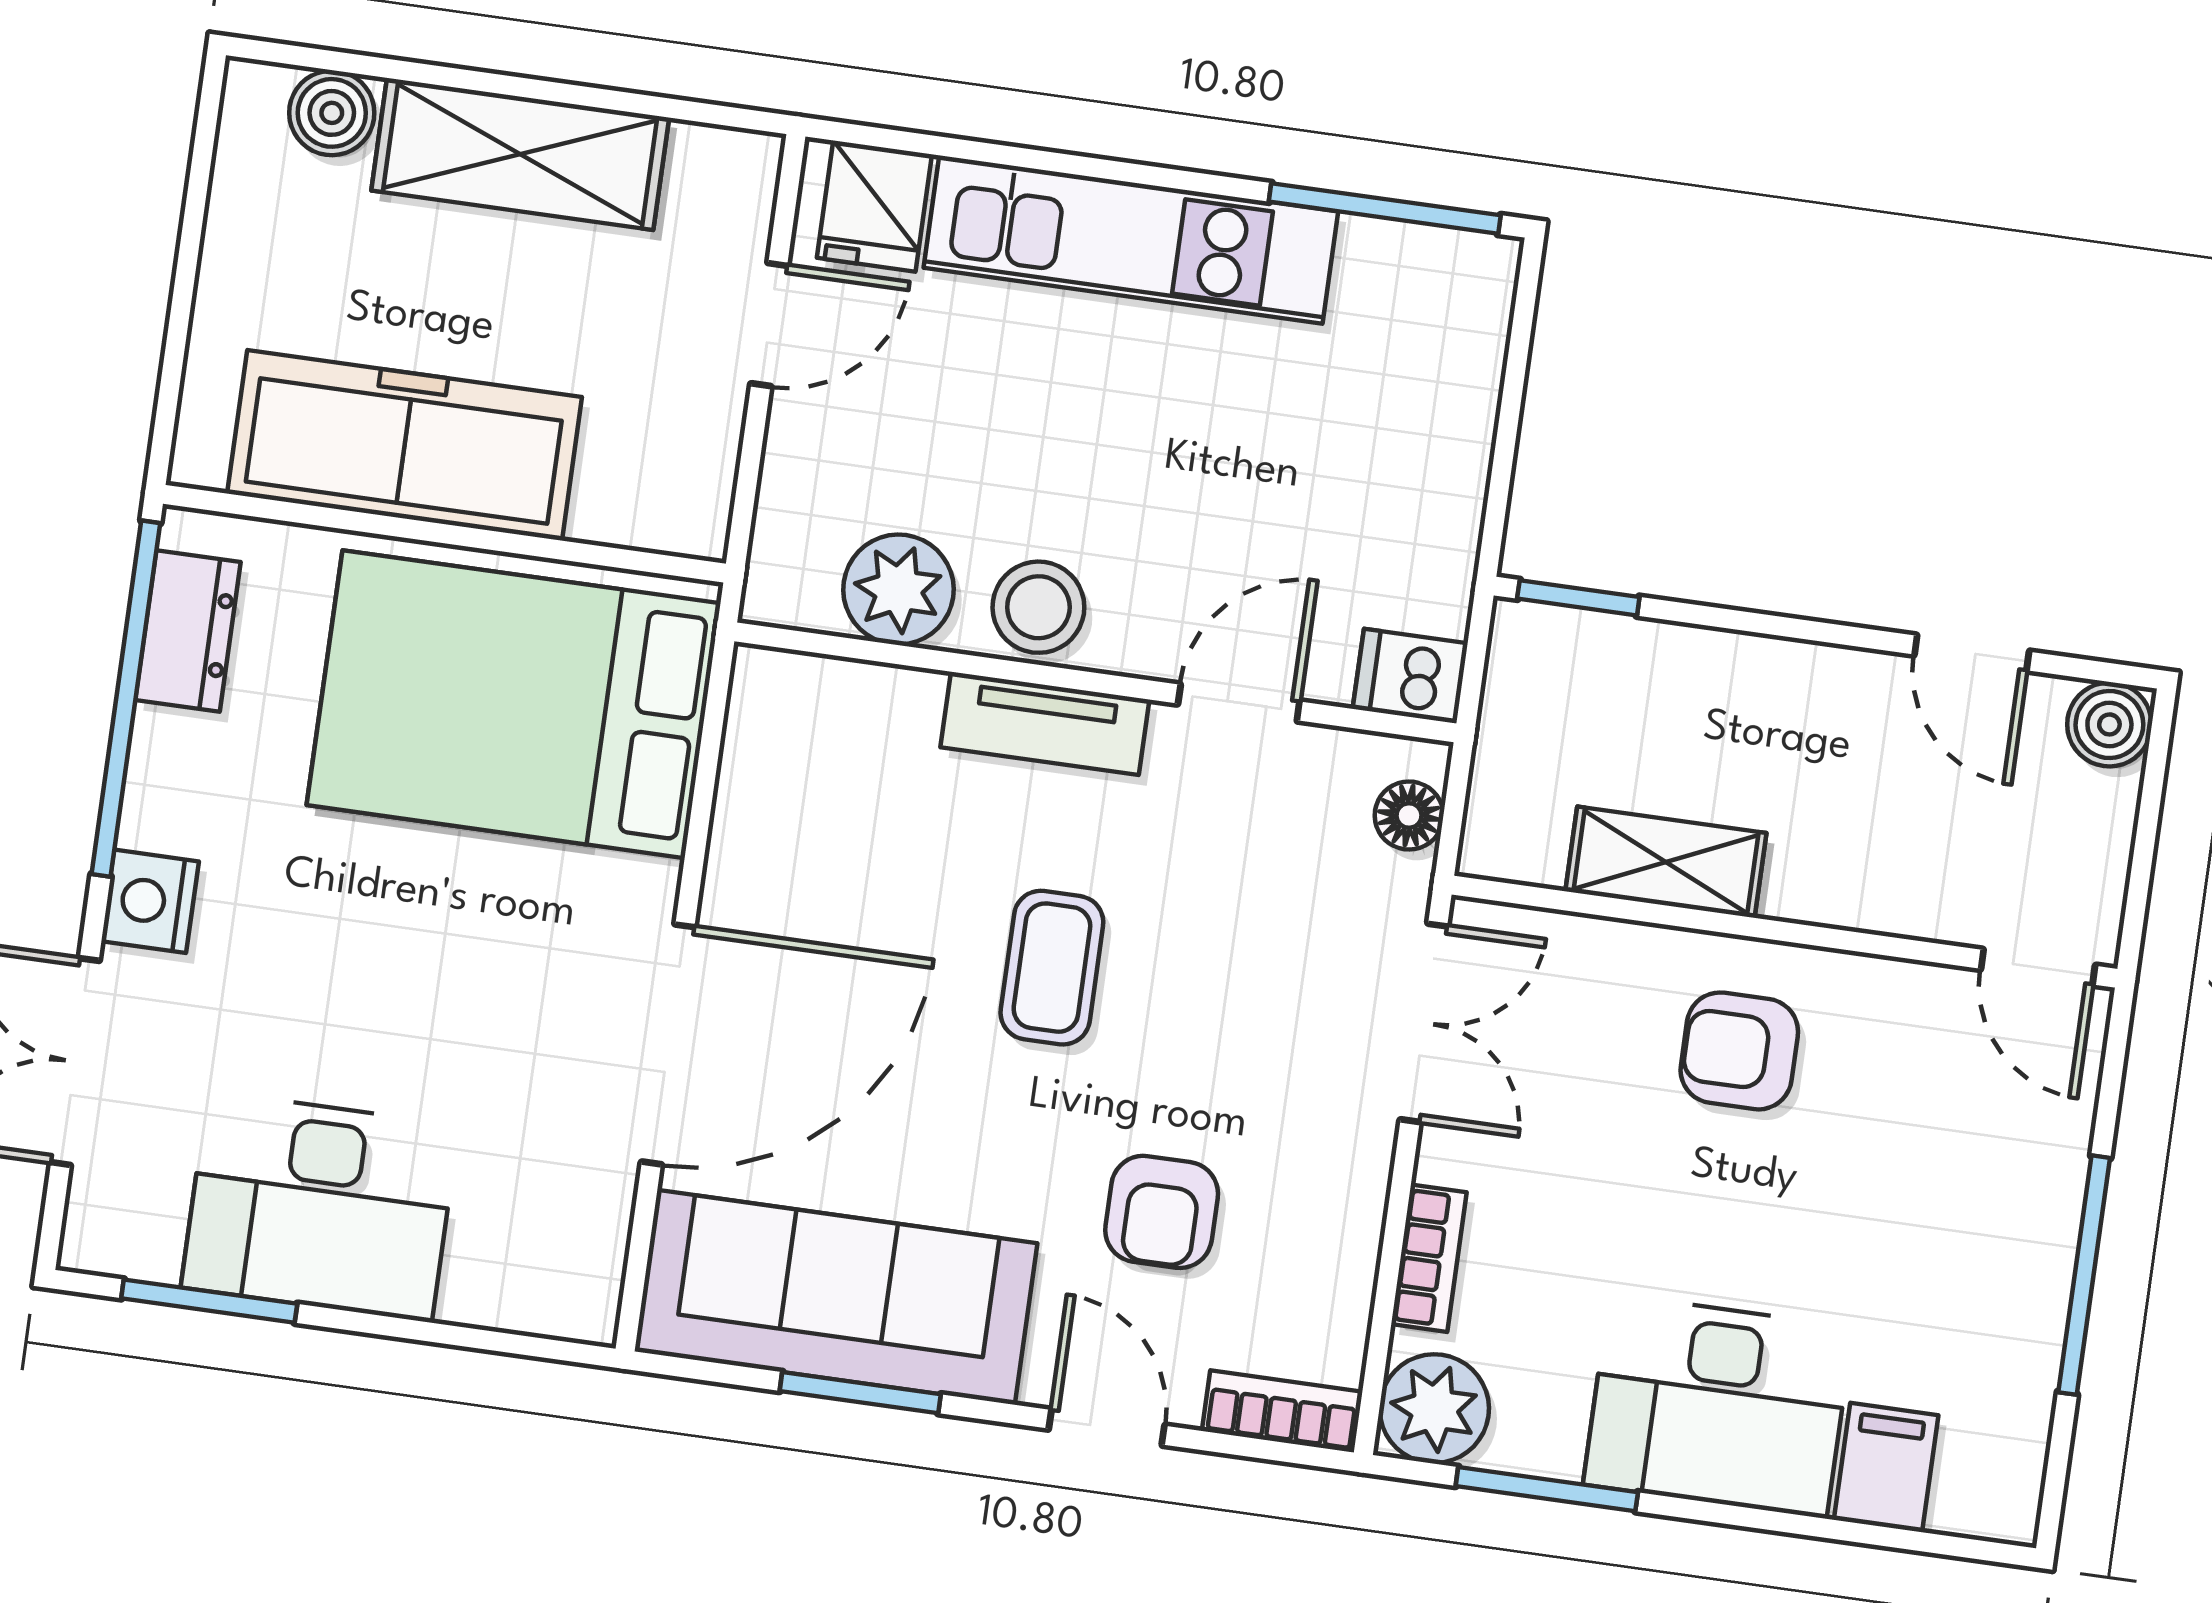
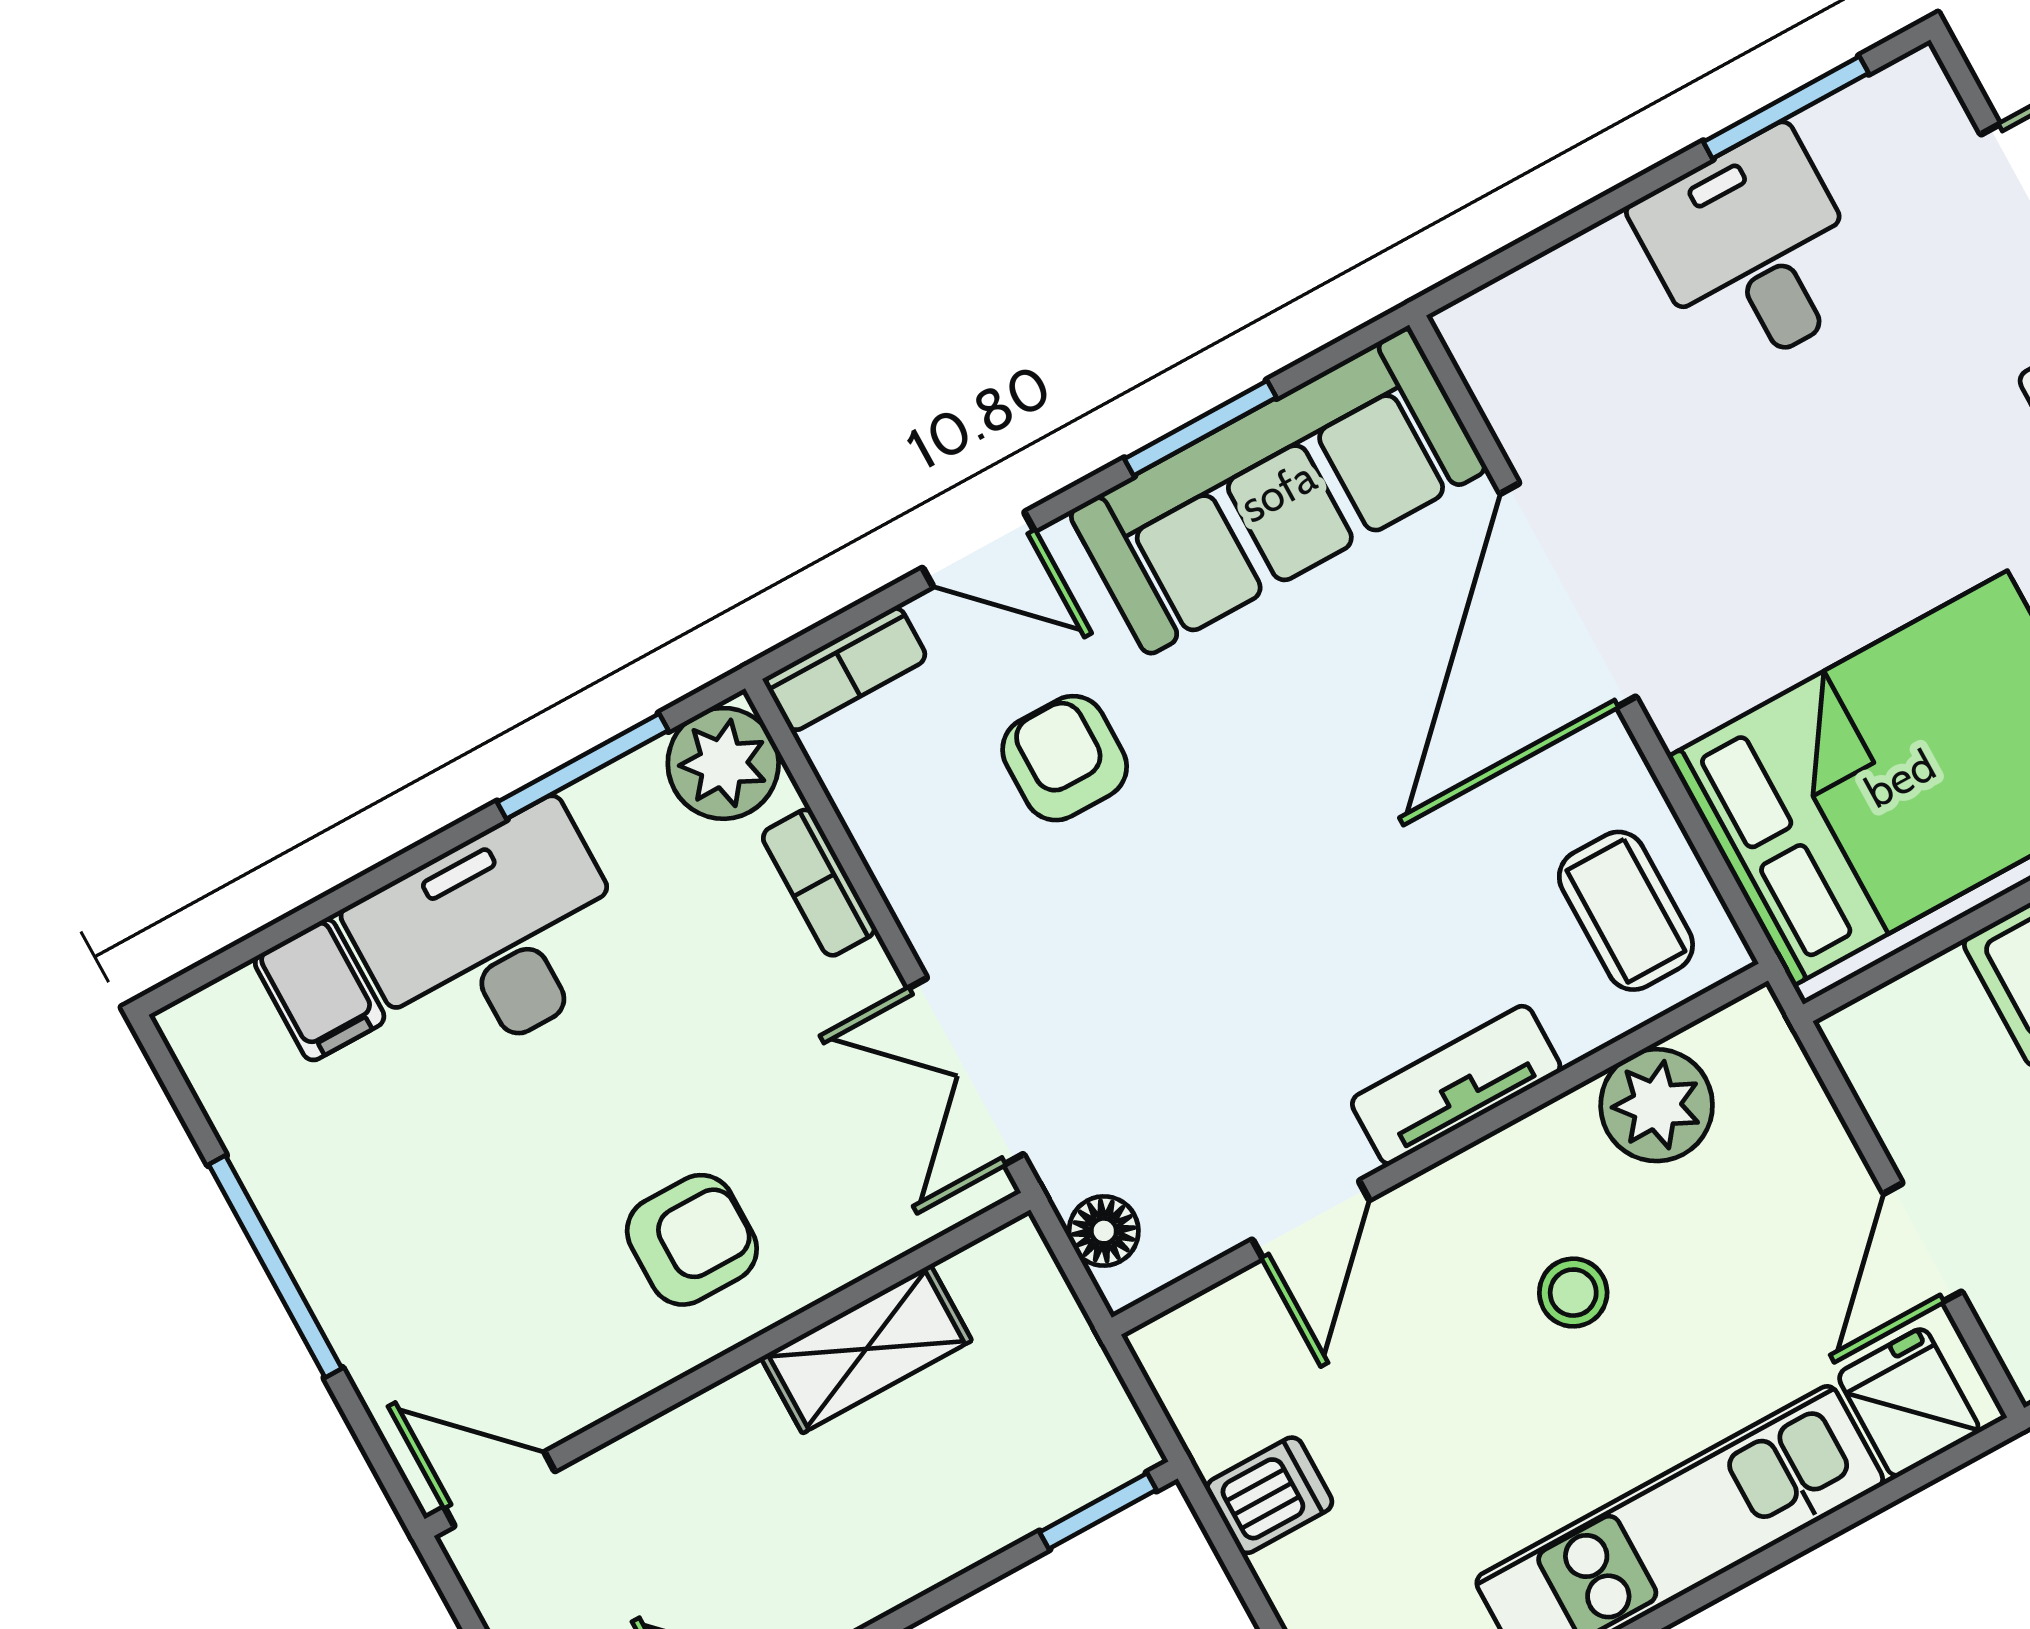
stool: (1038, 607) -> (1573, 1293), moved, width x0.73, depth x0.73
dishwasher: (1410, 676) -> (1269, 1495), moved
coffee table: (1052, 968) -> (1626, 911), moved
desk: (320, 1207) -> (1753, 252), width x0.73

